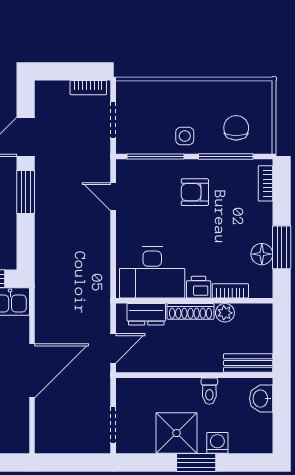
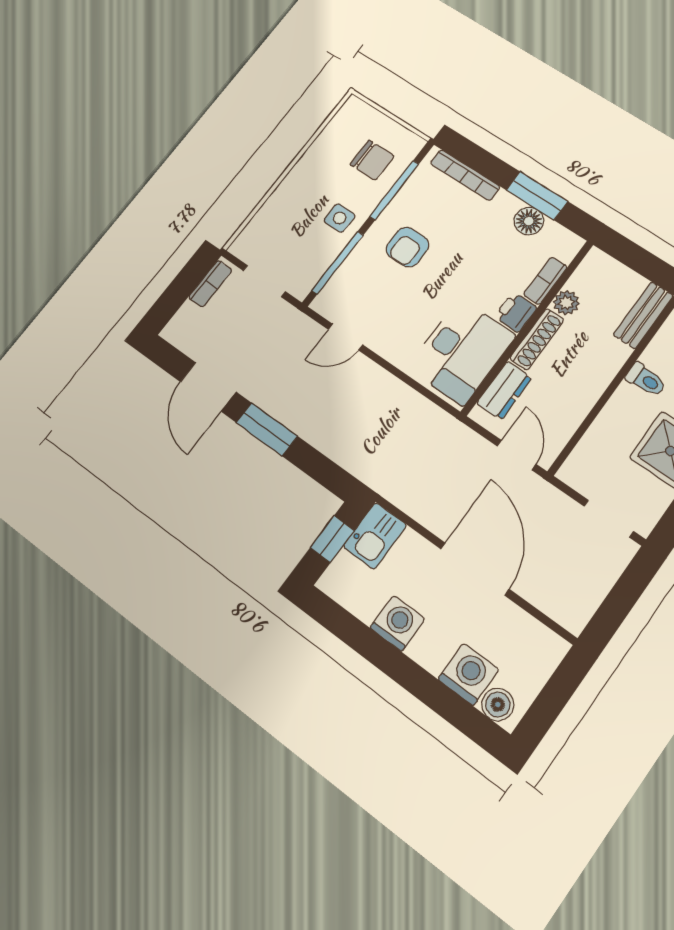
chair: (236, 128) -> (372, 160), turned 180
bookcase: (265, 183) -> (465, 175), width x1.56

